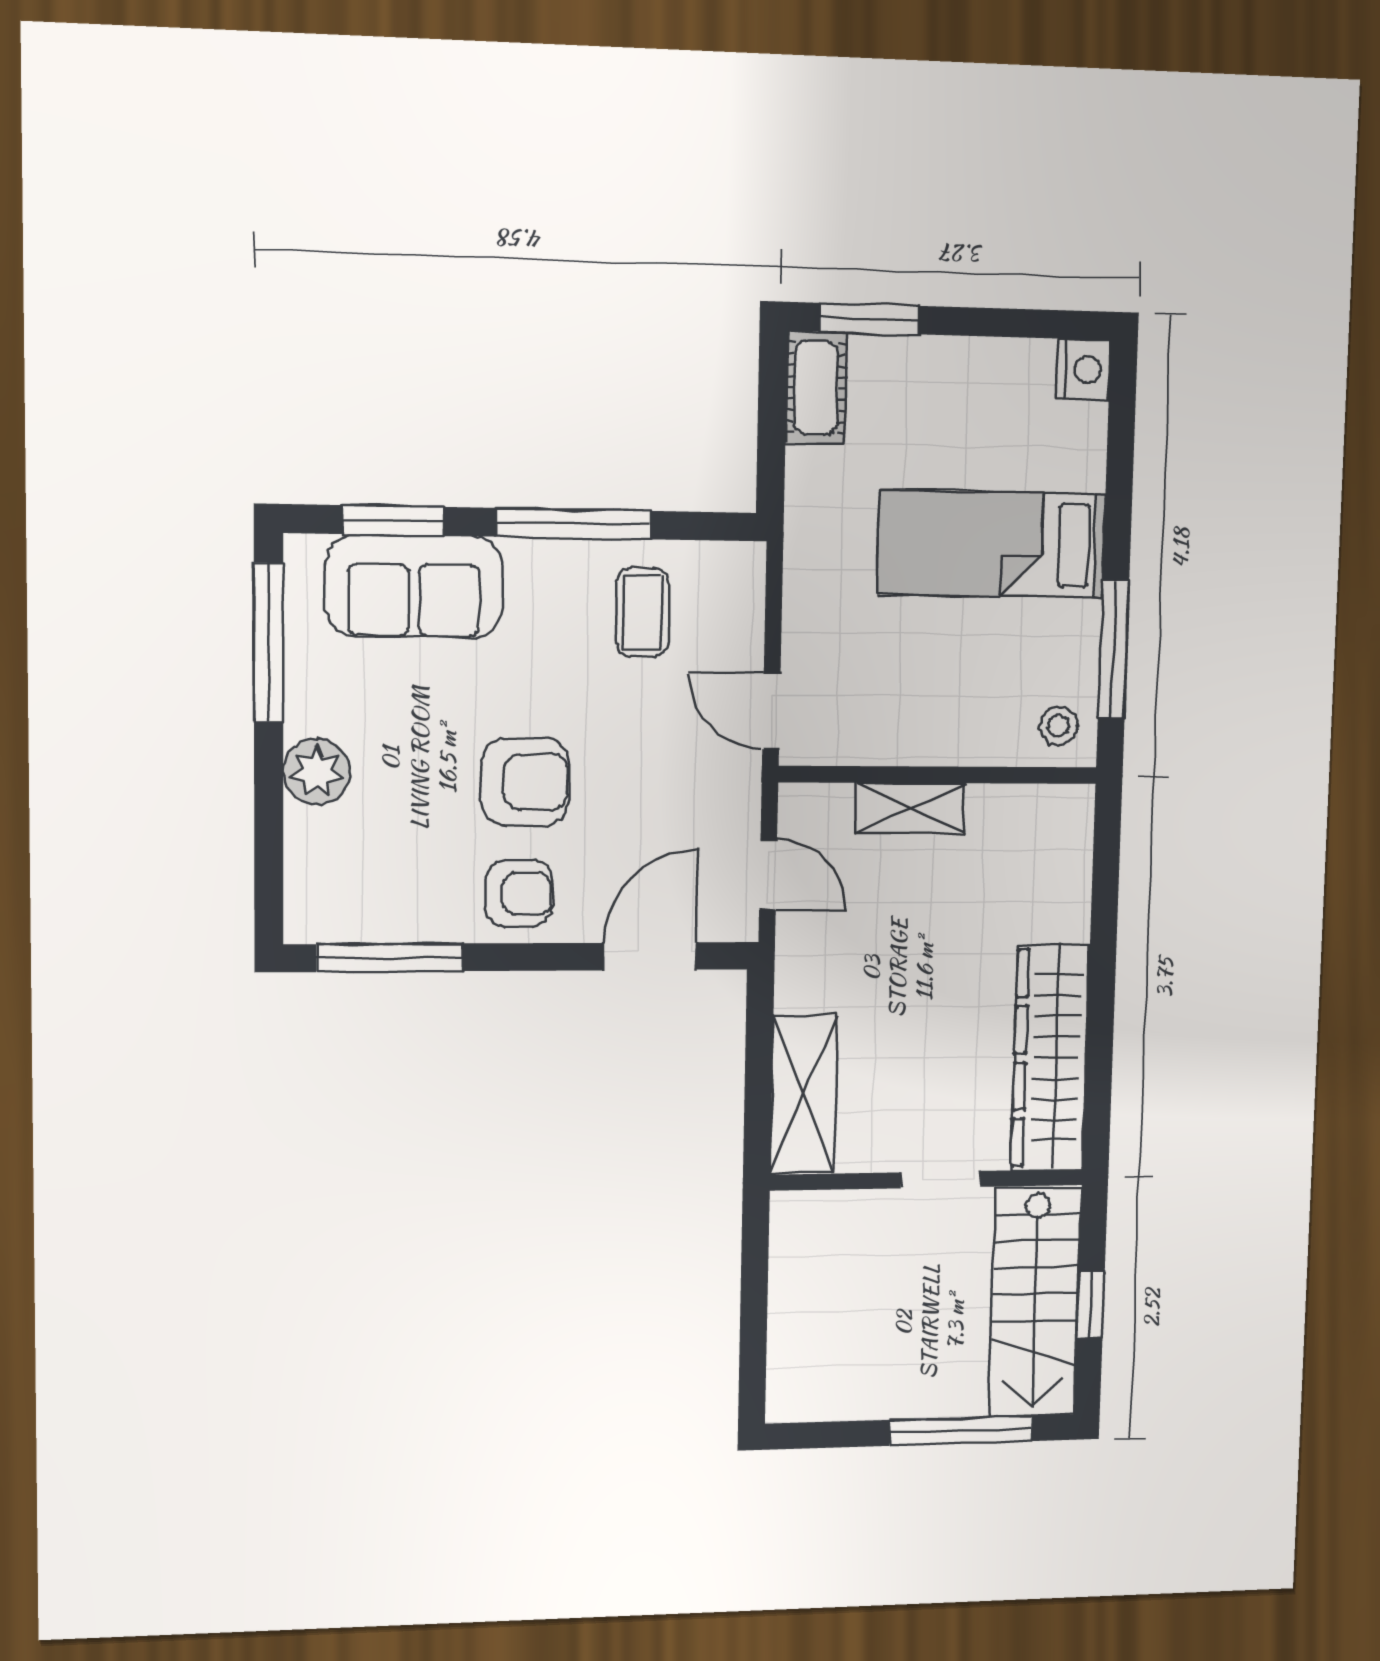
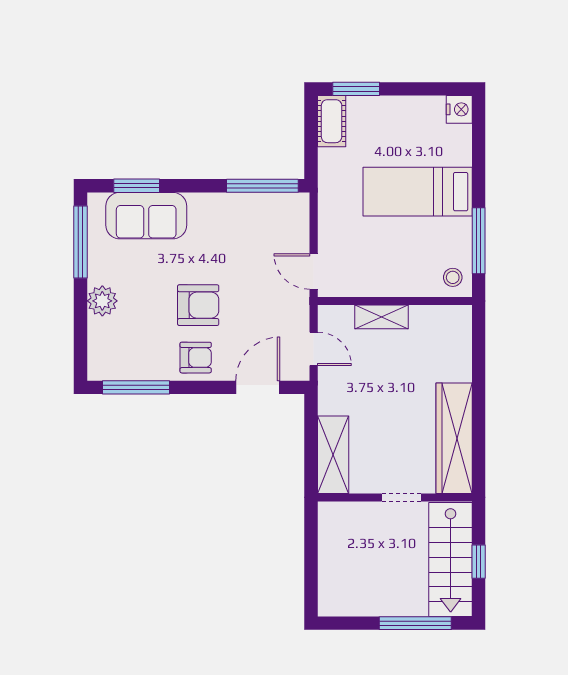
window: (574, 524) -> (262, 186), moved
coffee table: (643, 612) -> (252, 226), removed

